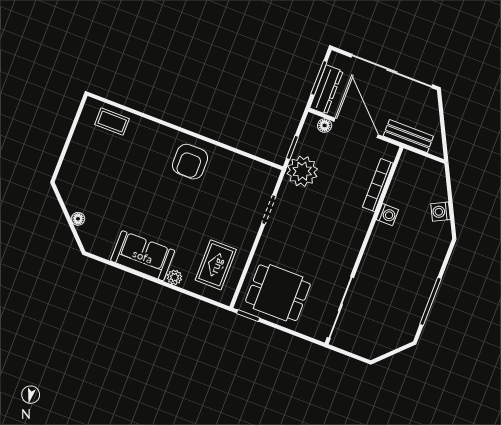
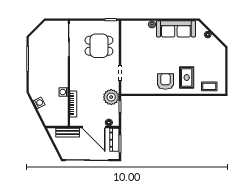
sofa: (143, 256) -> (176, 29), width x1.36
rug: (216, 265) -> (187, 77), moved
dining table: (278, 293) -> (99, 46), moved

